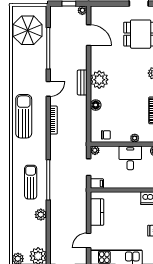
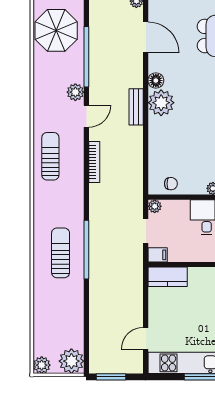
floor lamp: (96, 105) -> (156, 81), moved
sun lounger: (24, 116) -> (50, 156), width x0.73, depth x0.75
kitchen counter: (97, 212) -> (168, 277), moved, turned 90
plant: (41, 215) -> (75, 92), moved

